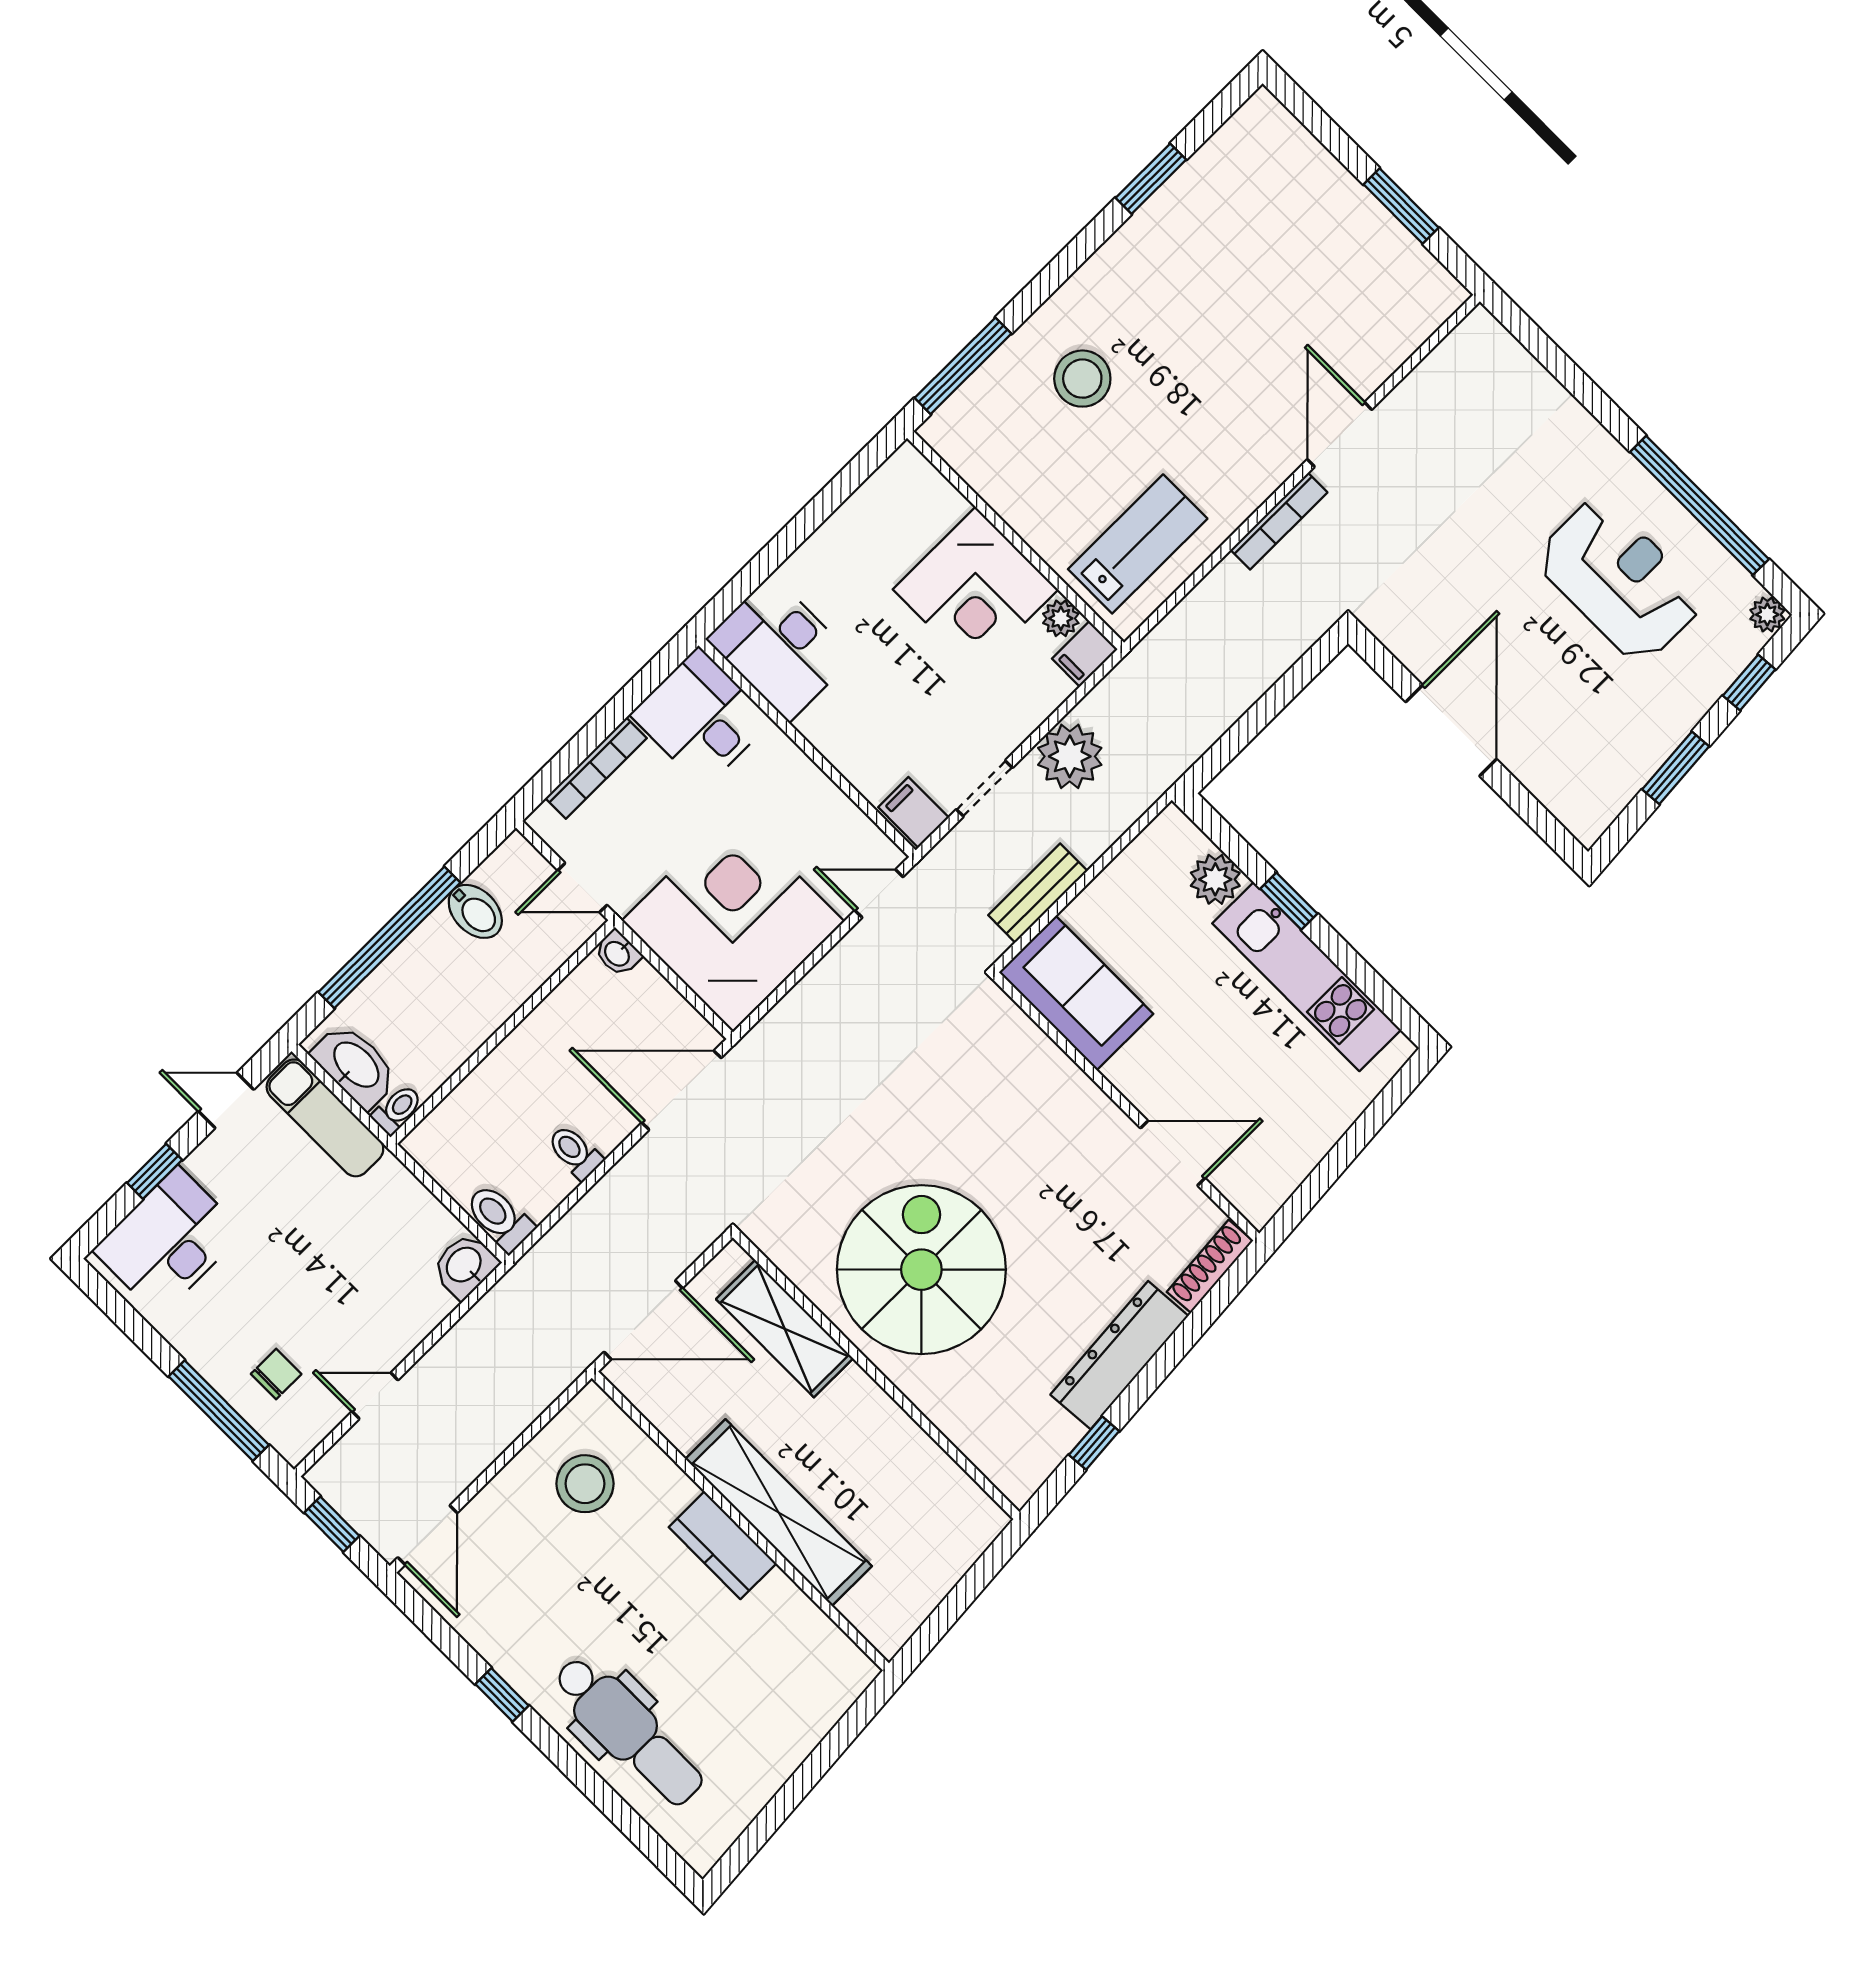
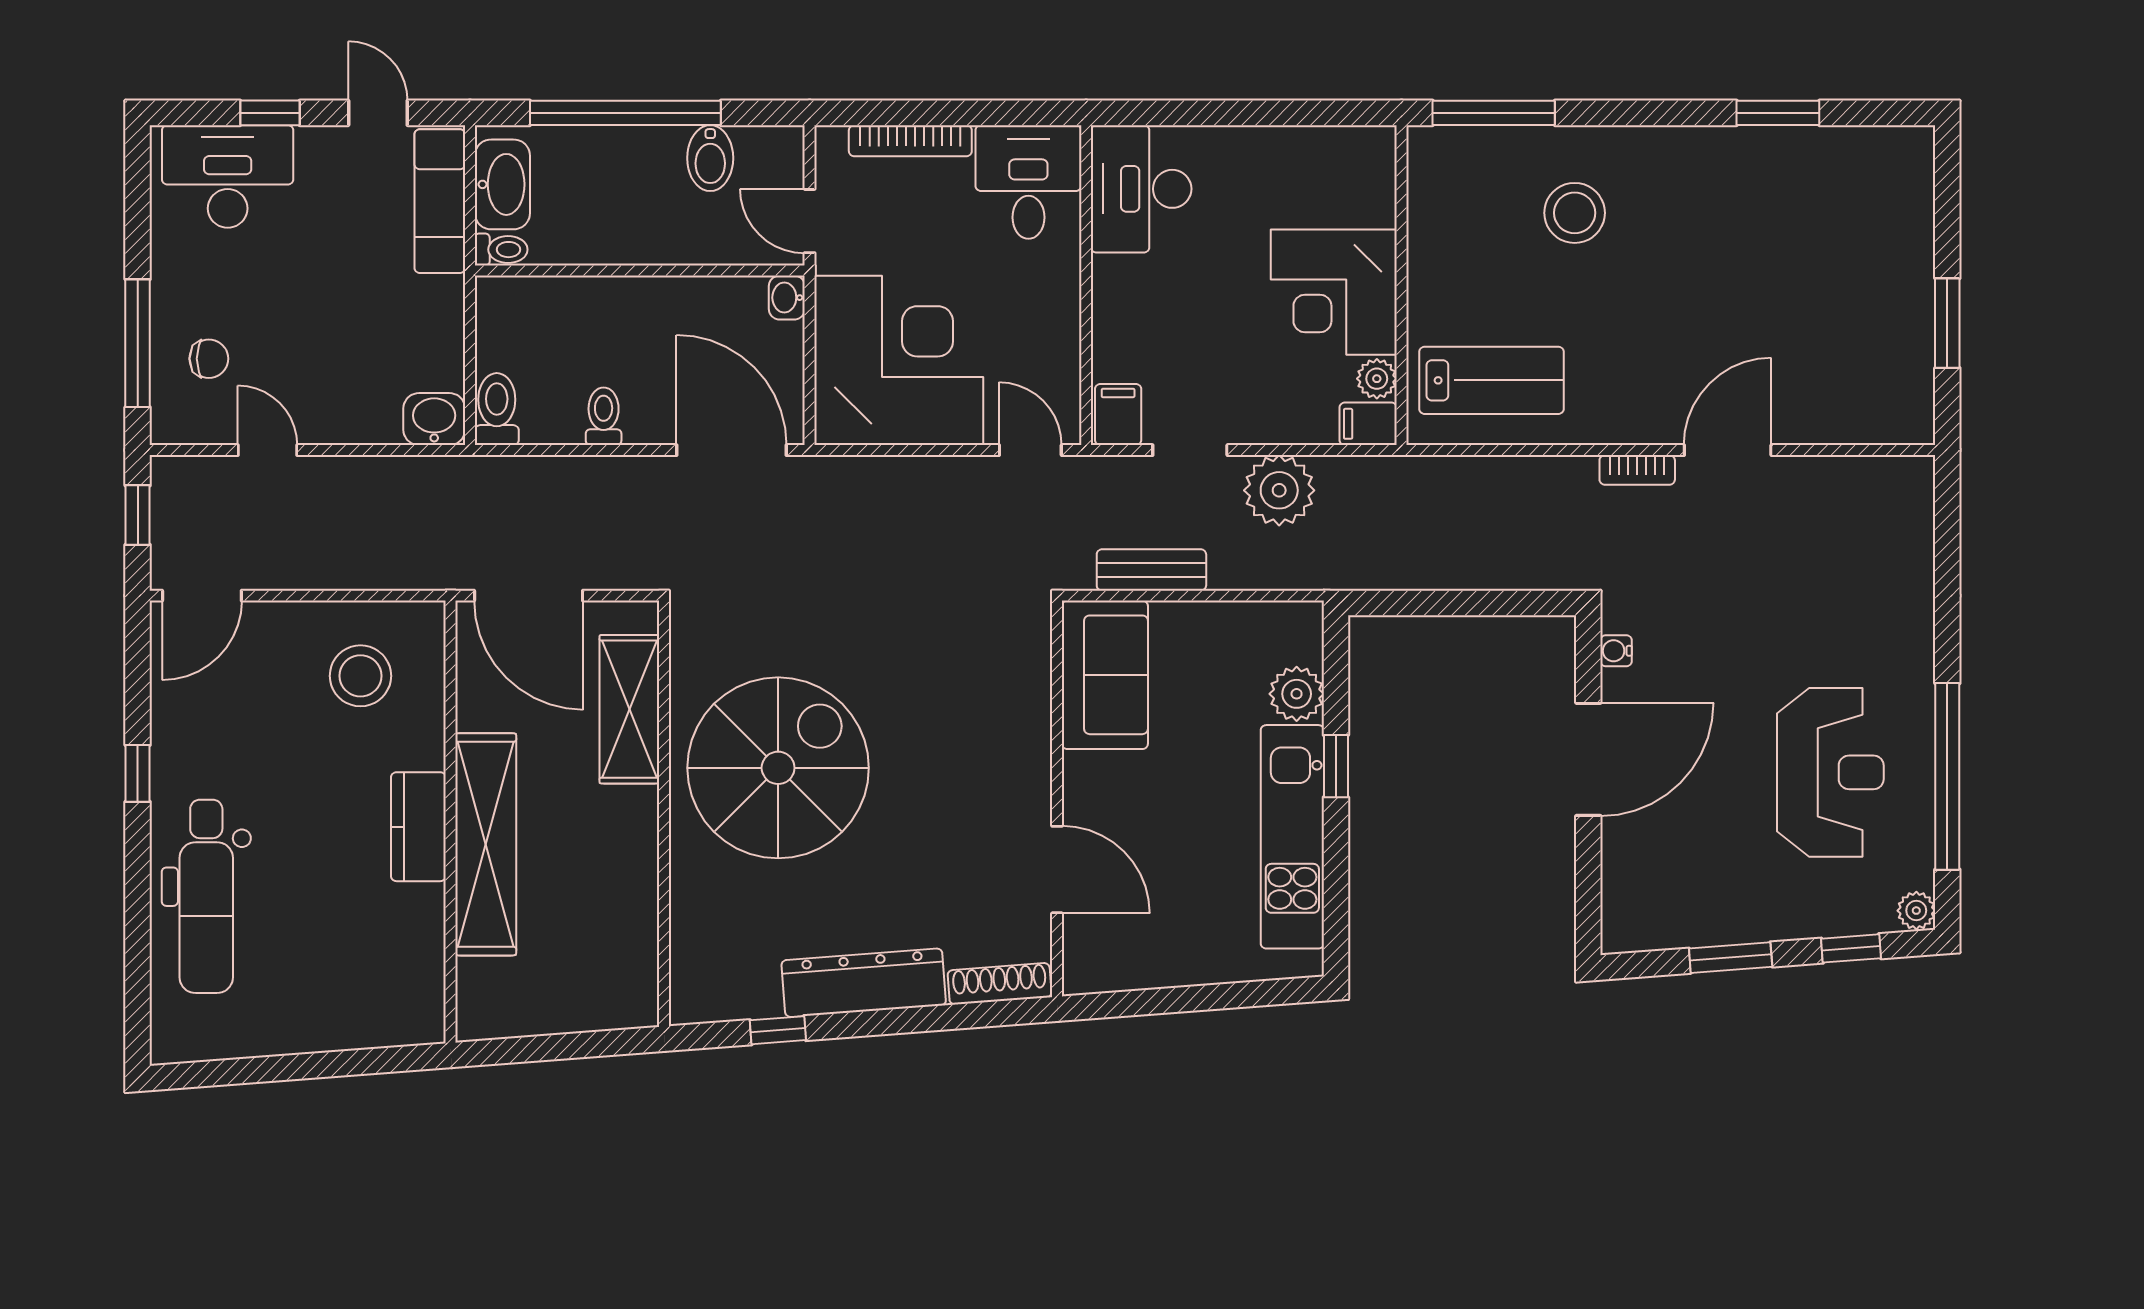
bookcase: (1279, 521) -> (1637, 470), width x0.64
water cooler: (1398, 641) -> (1616, 651), added

